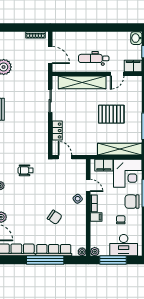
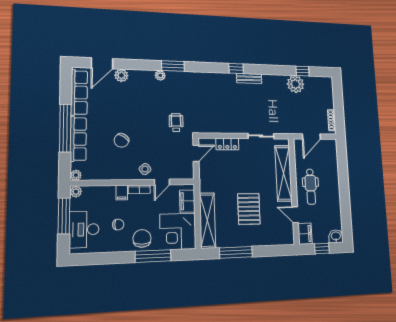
dental chair: (94, 58) -> (311, 187), turned 180
wheelchair: (26, 170) -> (176, 123), moved

